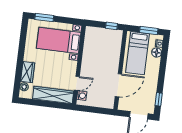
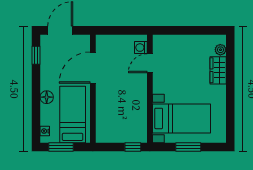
window: (44, 18) -> (188, 147), moved
window: (111, 26) -> (133, 147), moved
floor lamp: (157, 53) -> (47, 97), moved
wardrobe: (53, 95) -> (180, 43), removed

